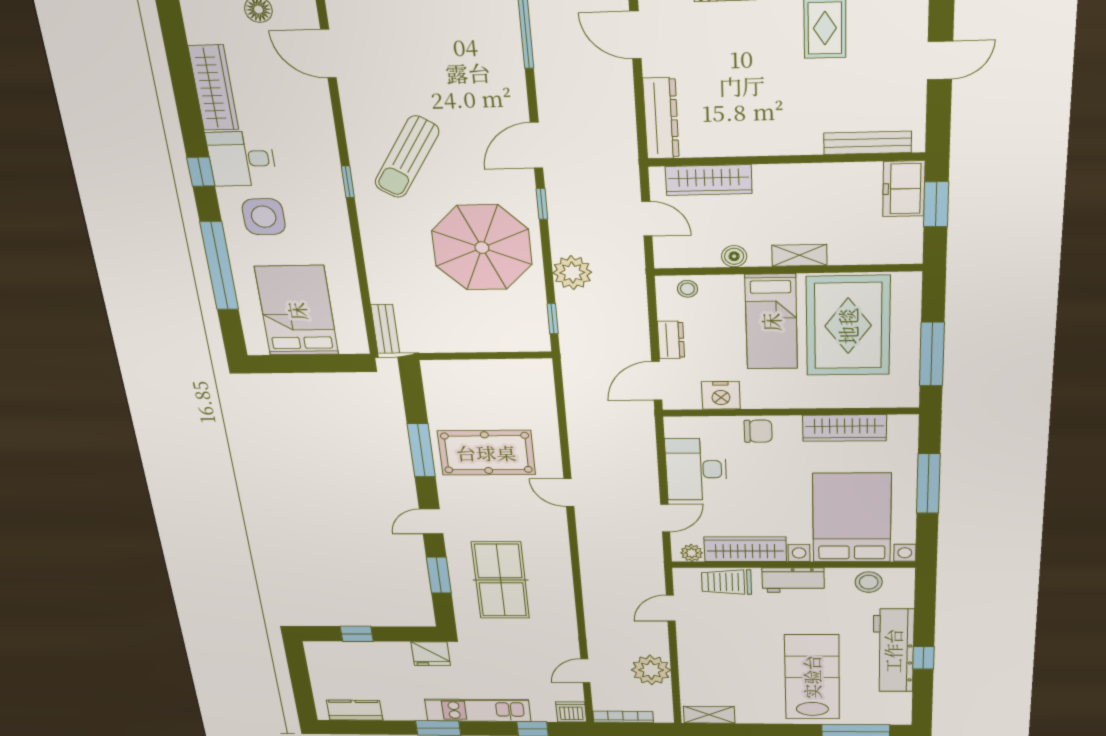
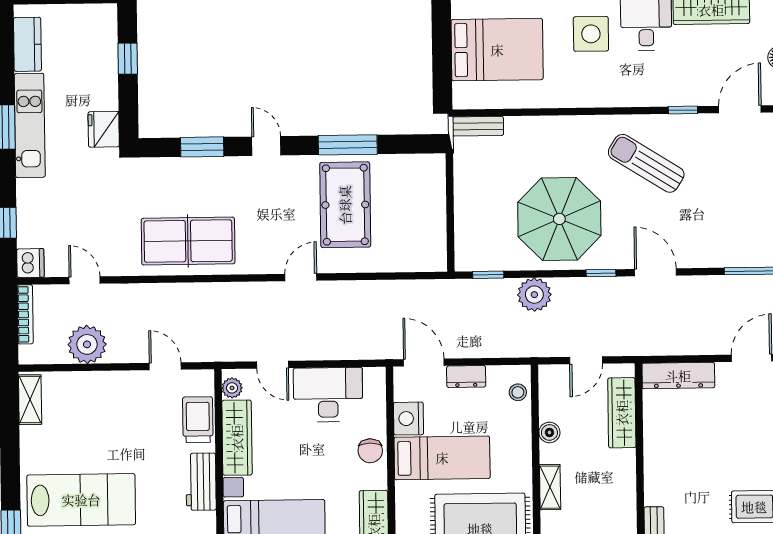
window: (348, 182) -> (683, 110), moved
bed: (771, 322) -> (442, 458), moved, turned 180
table tennis table: (501, 580) -> (188, 241), moved
kitchen unit: (478, 710) -> (30, 125), moved

